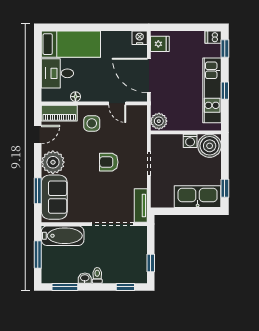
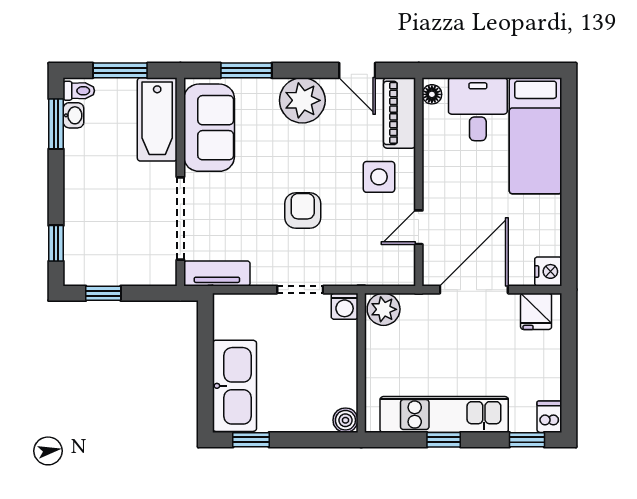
floor lamp: (75, 97) -> (432, 94), moved
washing machine: (190, 141) -> (345, 306), moved, turned -90
boiler: (210, 146) -> (345, 420), width x0.54, depth x0.54
sofa: (54, 197) -> (209, 128), moved, turned -90
toilet: (97, 275) -> (79, 91), moved
washbasin: (85, 278) -> (73, 115), moved

